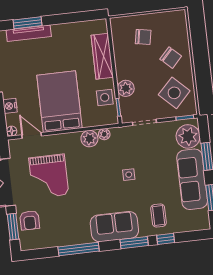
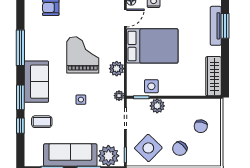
wardrobe: (102, 56) -> (213, 76), moved, turned -90
plant: (104, 134) -> (119, 96), moved
grand piano: (49, 176) -> (83, 55), moved, turned 90

